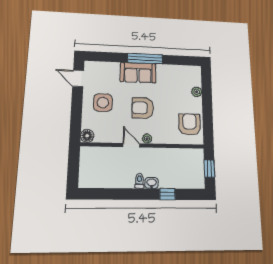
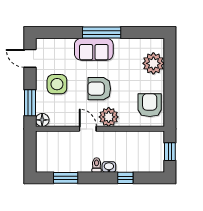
plant: (197, 92) -> (153, 63), width x1.88, depth x1.88
window: (76, 119) -> (30, 103), added
plant: (147, 139) -> (109, 117), width x1.88, depth x1.88
window: (108, 194) -> (66, 178), added

